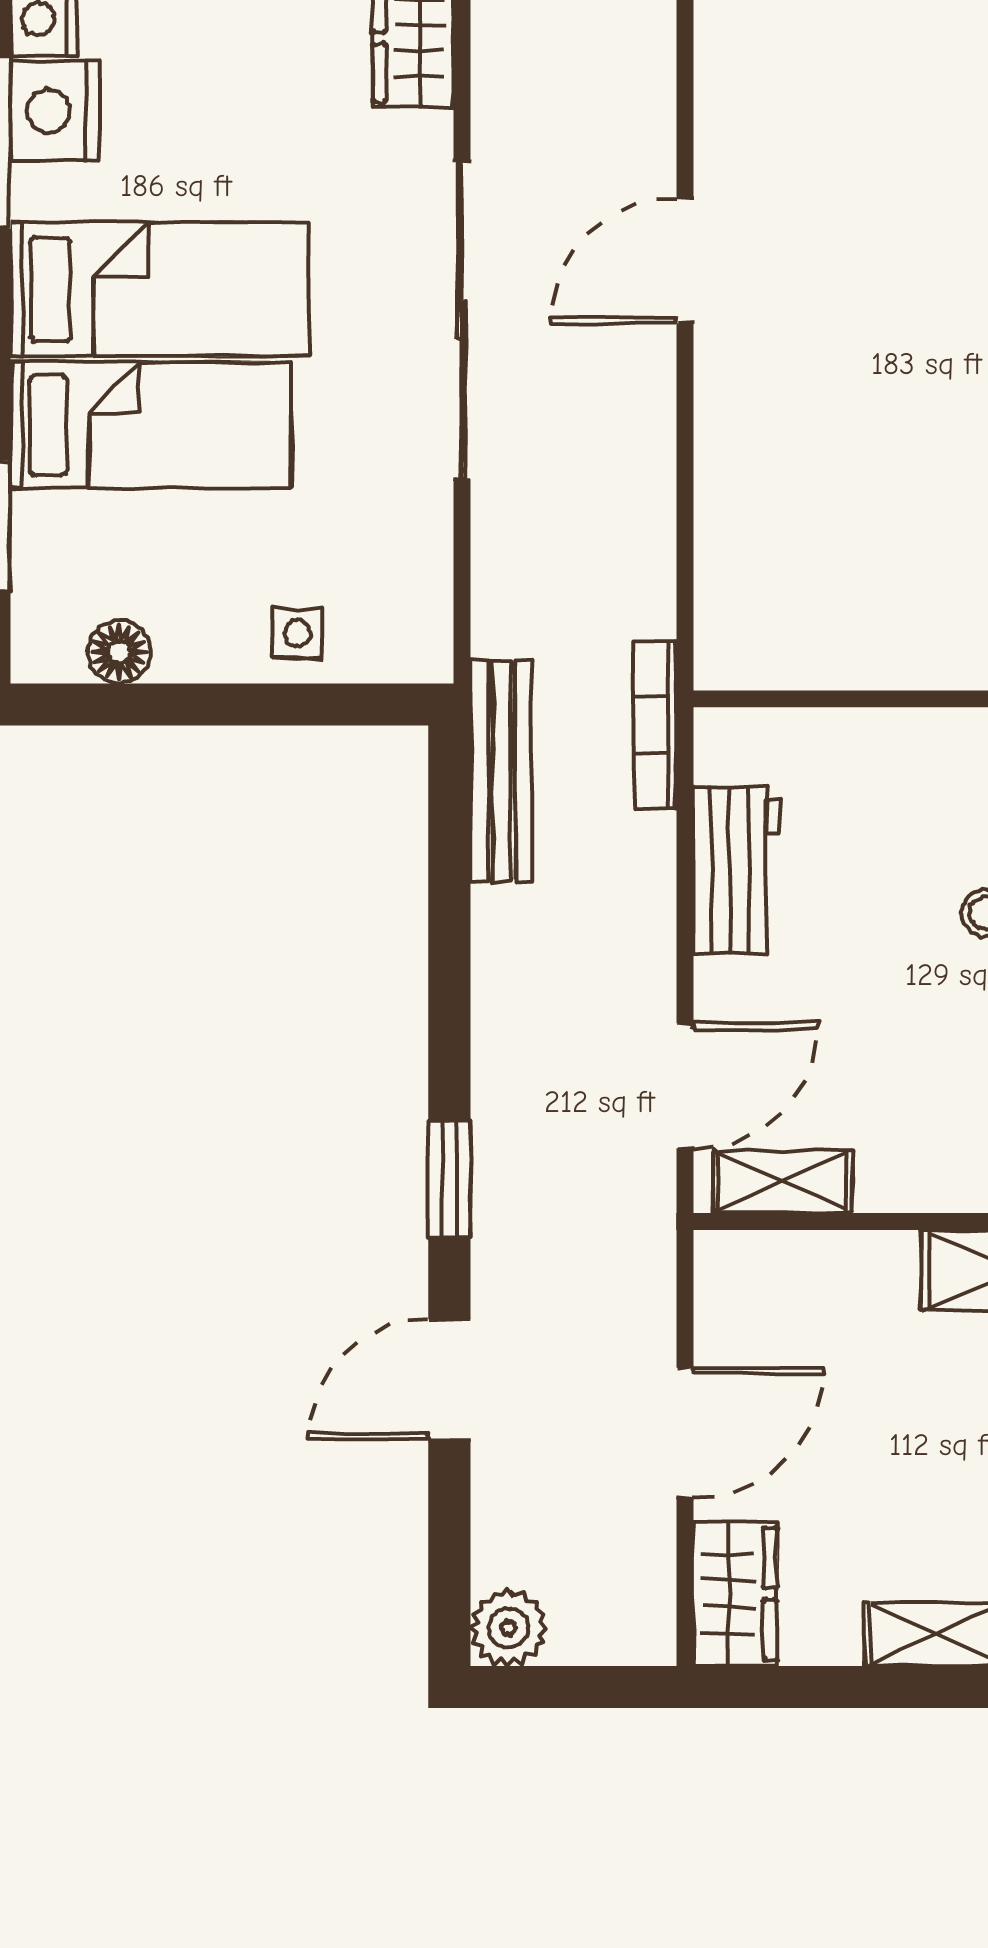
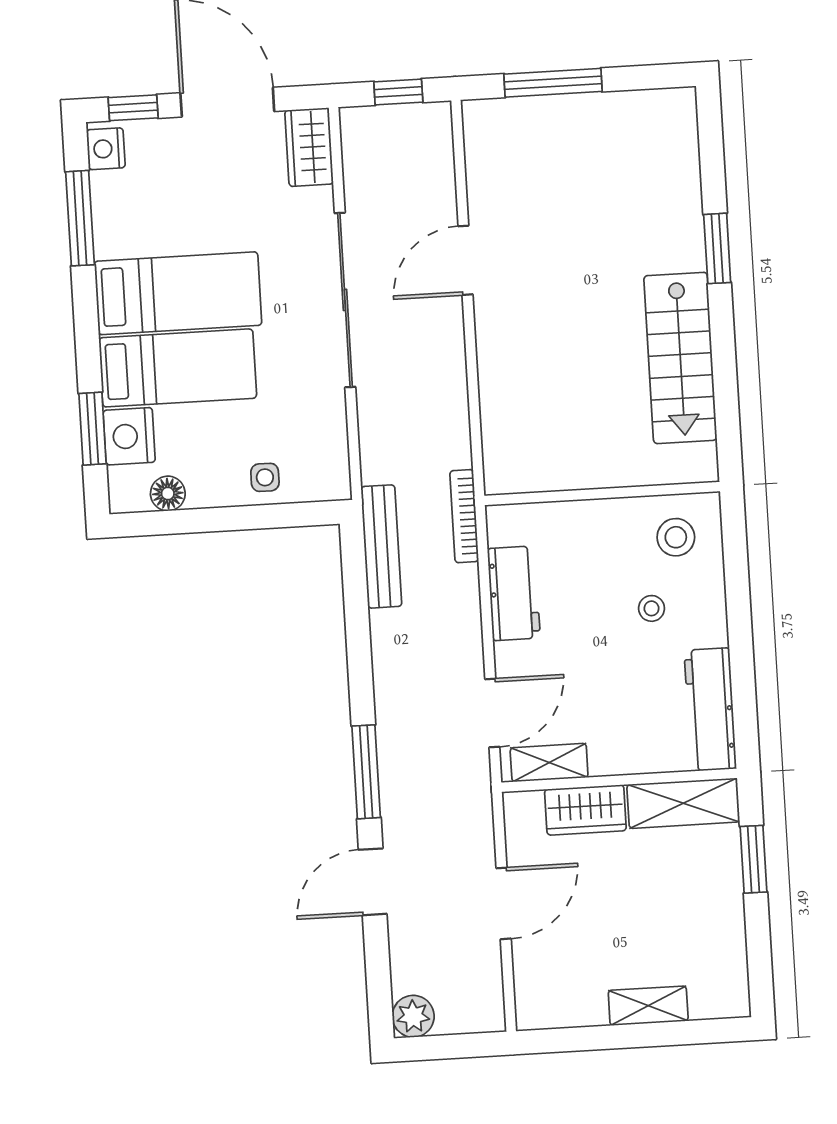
nightstand: (55, 111) -> (129, 436), moved
window: (449, 1179) -> (366, 772), width x1.44
wardrobe: (735, 1594) -> (585, 810), moved, turned 90

